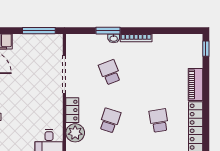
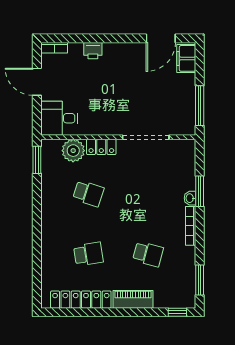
window: (180, 31) -> (200, 280), added
school desk: (110, 72) -> (148, 254), moved, turned 36

